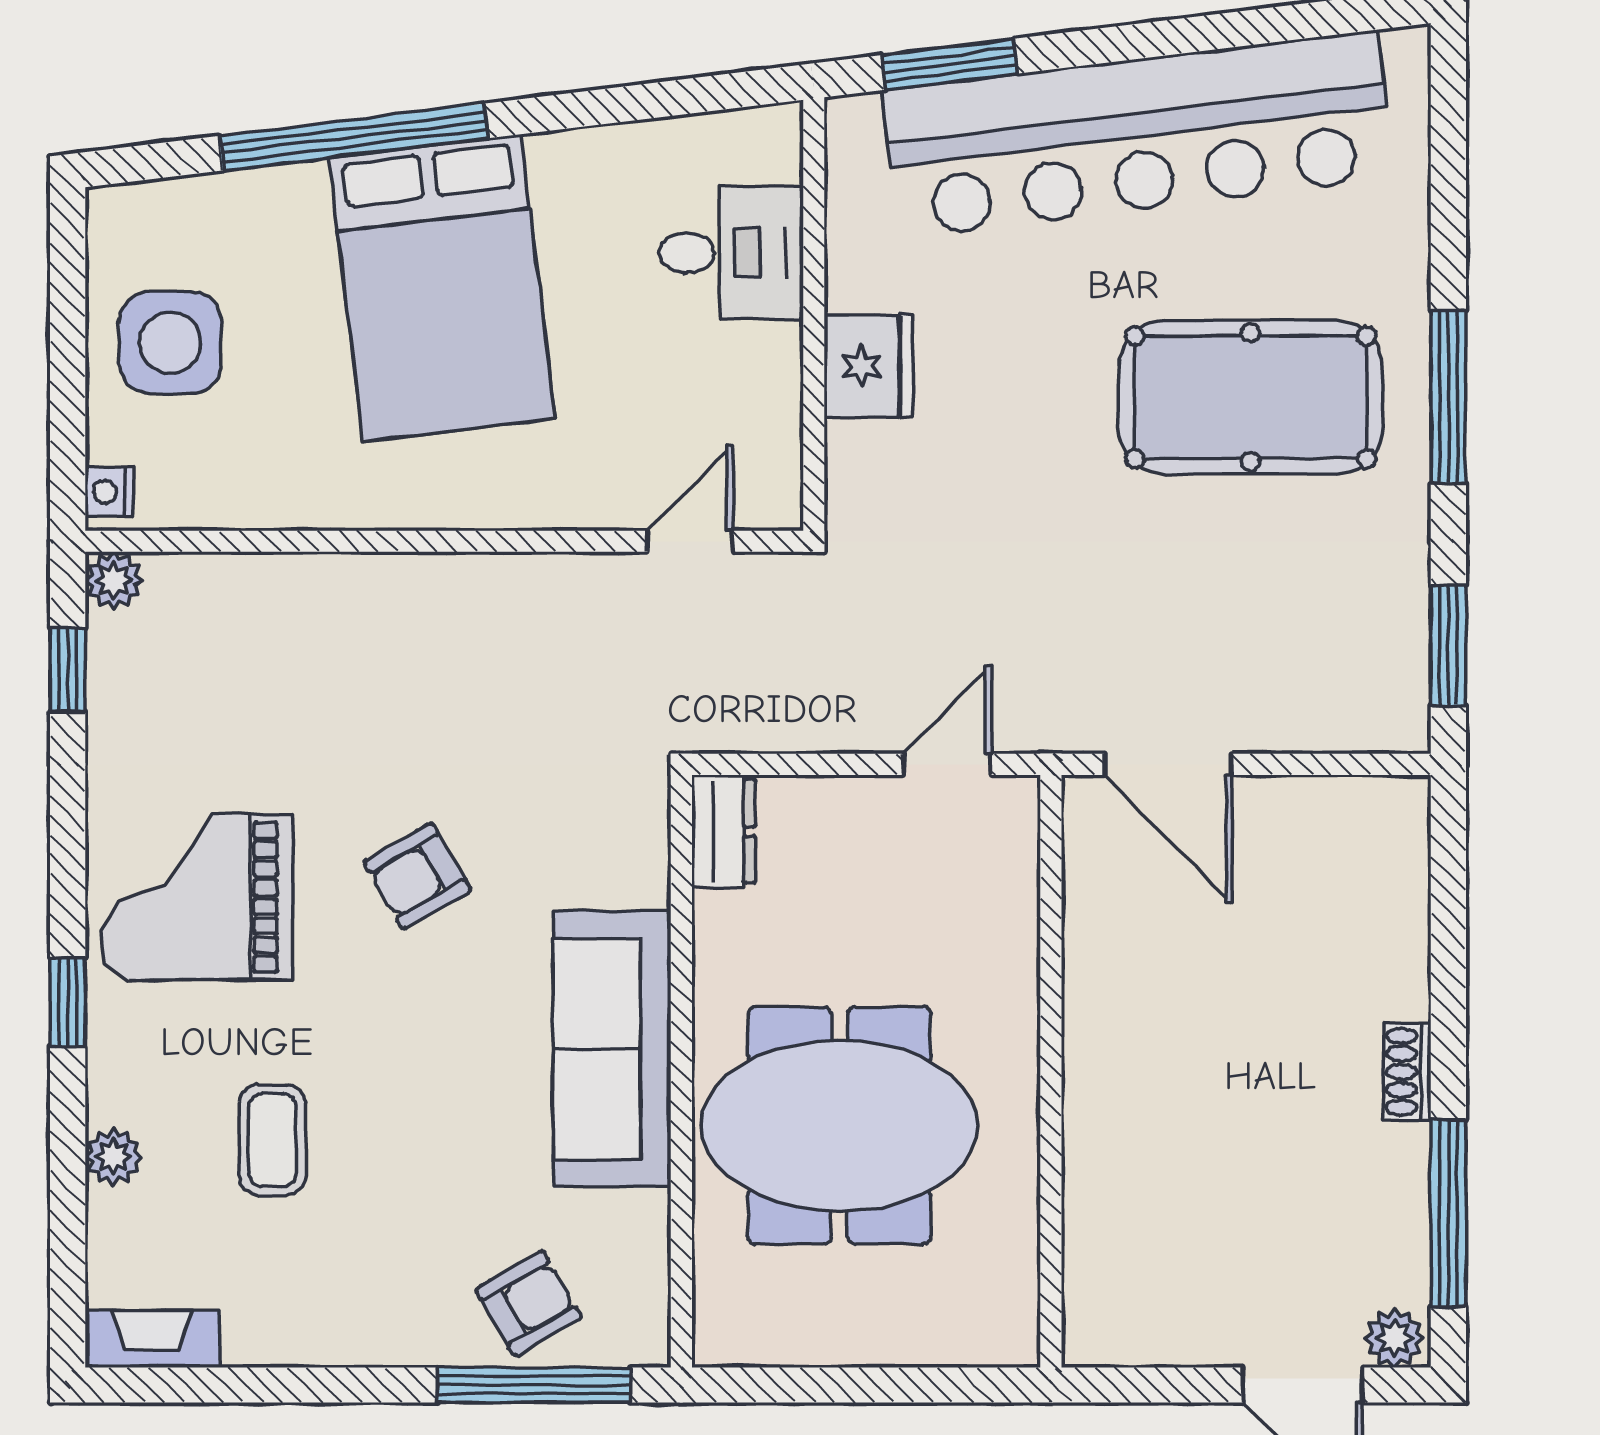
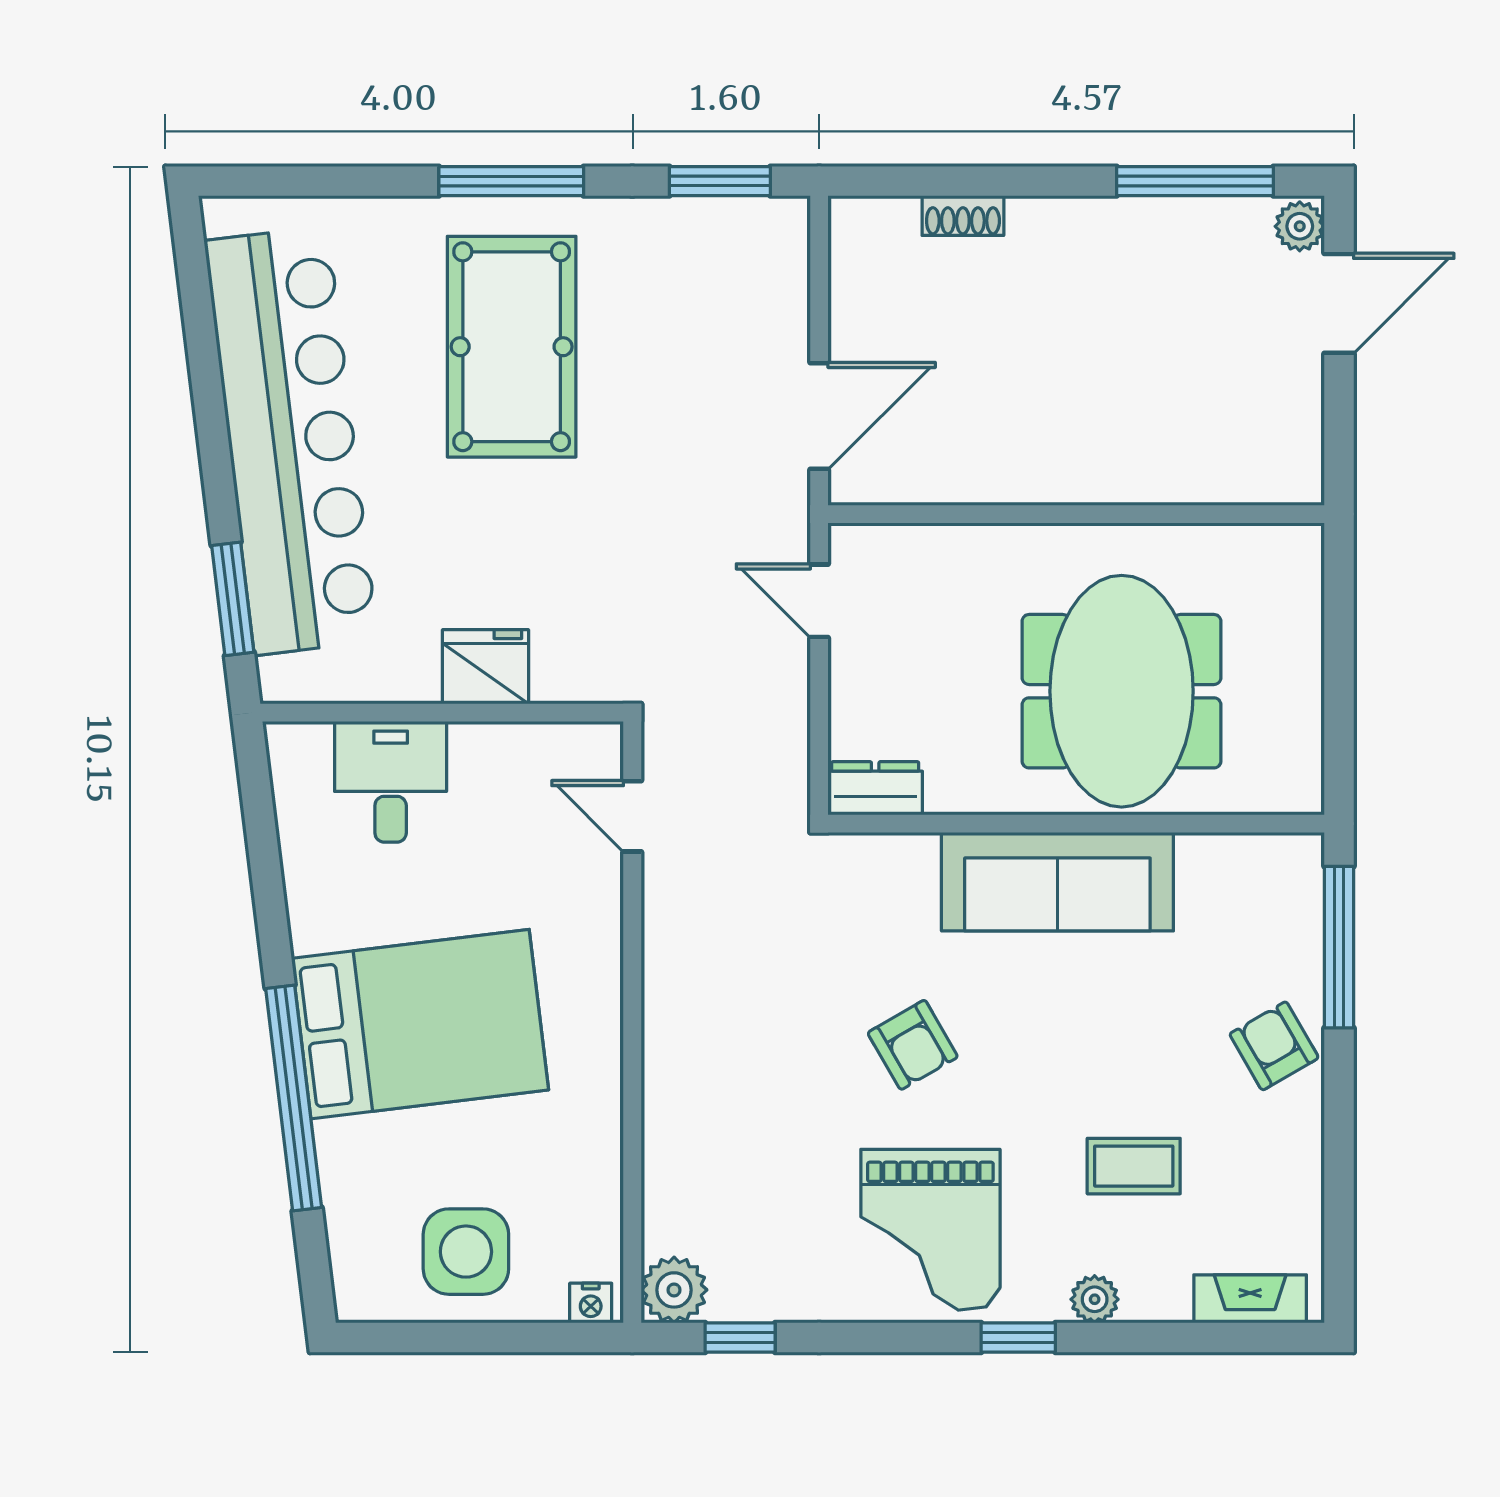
plant: (114, 580) -> (674, 1290), width x1.38, depth x1.38
shoe rack: (1407, 1072) -> (963, 216), moved
plant: (113, 1157) -> (1095, 1299), moved
armchair: (529, 1303) -> (1274, 1046), moved
fireplace: (152, 1339) -> (1250, 1299), moved, turned 90

